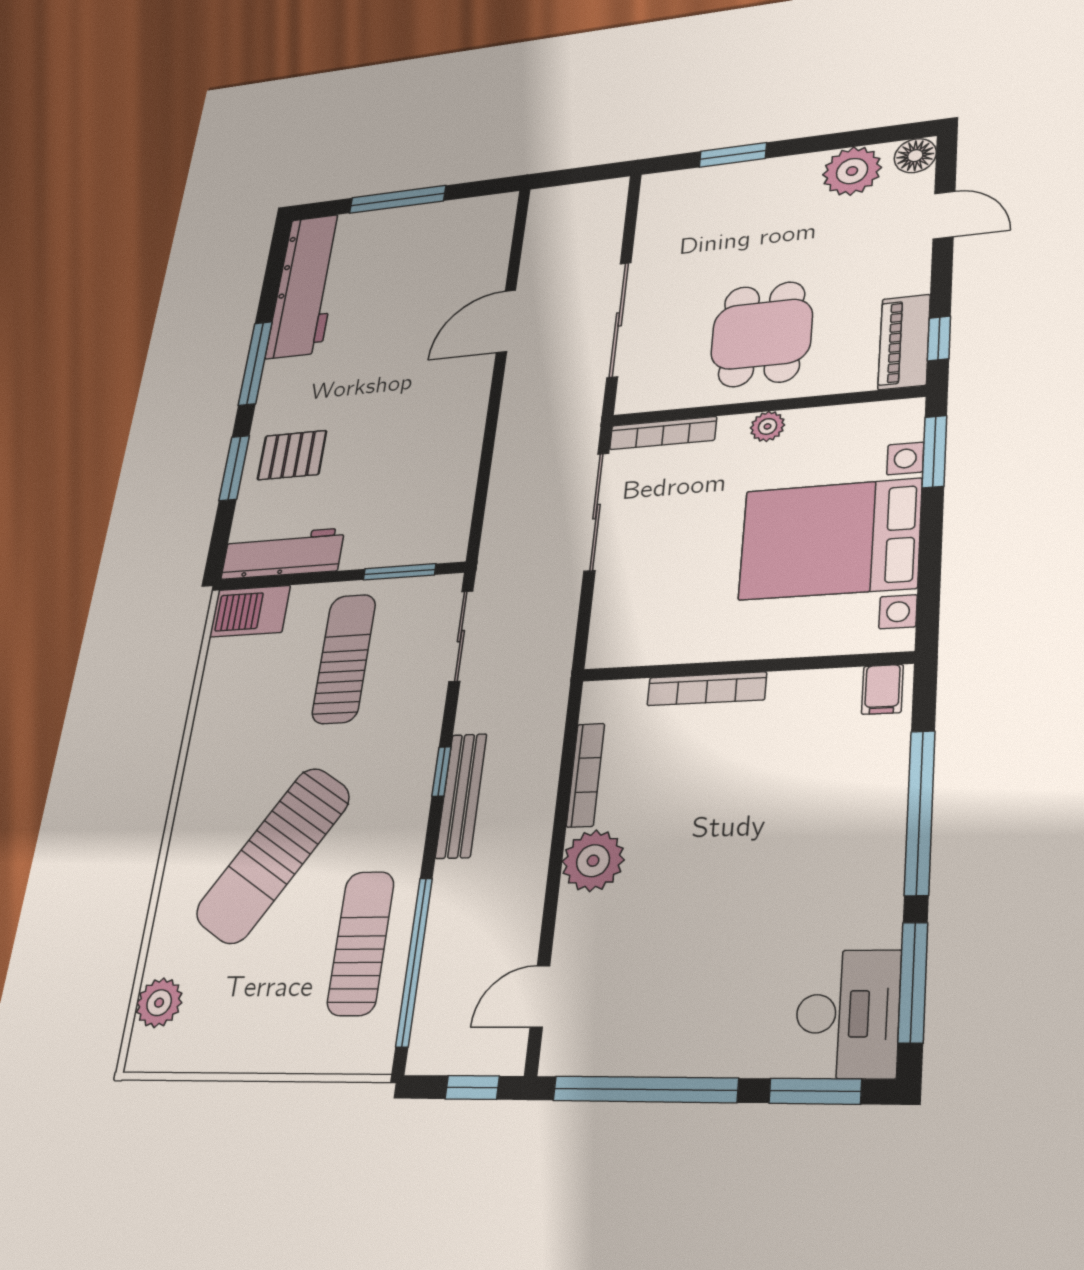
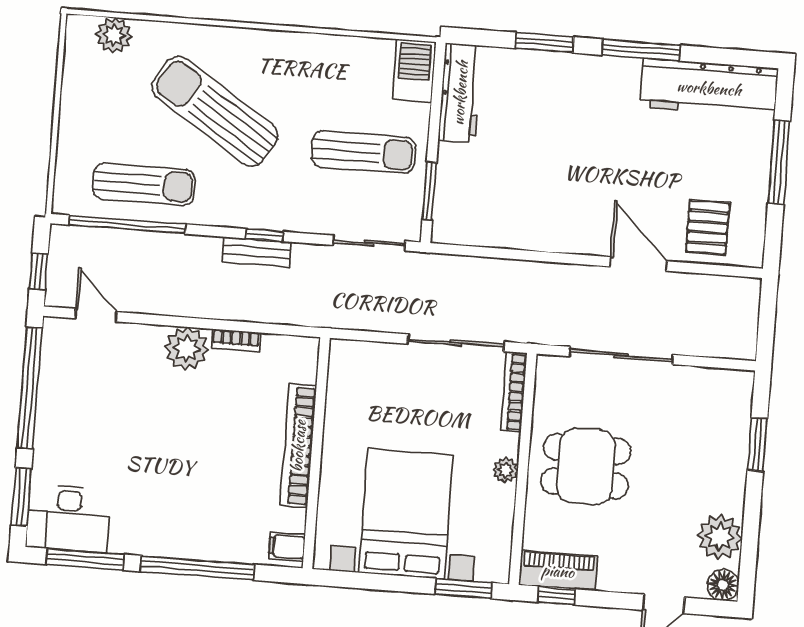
pallet: (292, 455) -> (708, 227), moved
bookcase: (707, 689) -> (298, 446), width x1.48, depth x1.31
bookcase: (585, 775) -> (236, 340), width x0.64
bench: (461, 796) -> (257, 252), width x0.73

